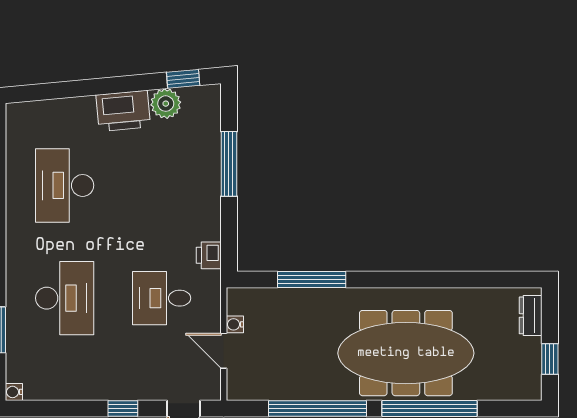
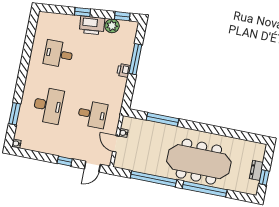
window: (98, 87) -> (82, 12), added
desk: (65, 185) -> (58, 54), width x0.73
printer: (209, 255) -> (123, 70), moved
desk: (162, 298) -> (92, 114), turned 180
dresser: (531, 315) -> (256, 170), moved

